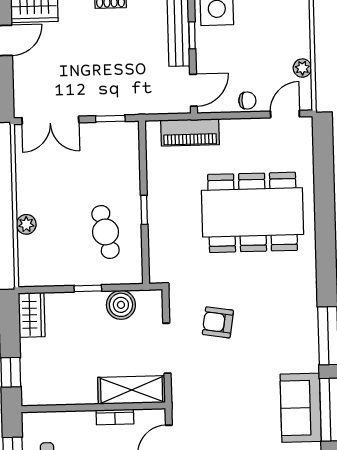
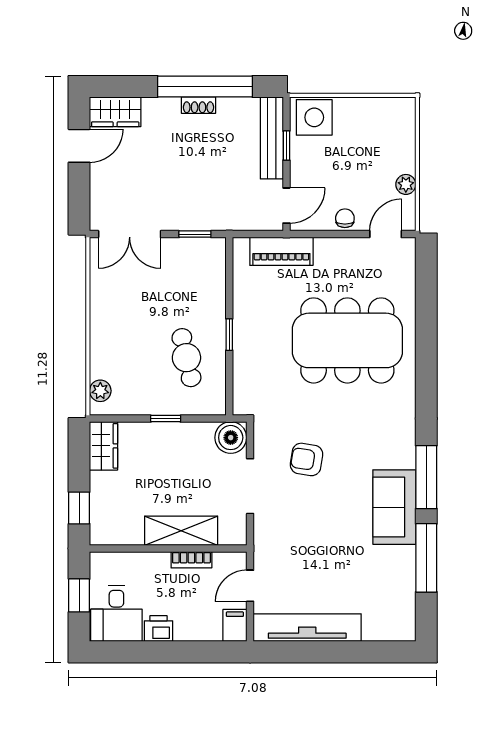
chair: (247, 101) -> (345, 218), turned -90
plant: (26, 224) -> (100, 391), moved
boiler: (121, 305) -> (231, 438), moved
shelving: (132, 390) -> (181, 531), moved
sofa: (301, 408) -> (394, 507), moved

